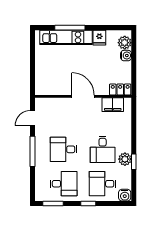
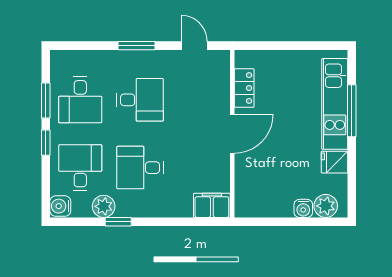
locker: (120, 89) -> (244, 88), moved
filing cabinet: (113, 105) -> (212, 205), moved, turned 90
desk: (64, 149) -> (140, 100), turned 90
window: (32, 151) -> (136, 46), width x0.69
plant: (125, 159) -> (104, 206), moved
window: (53, 204) -> (46, 101), moved

